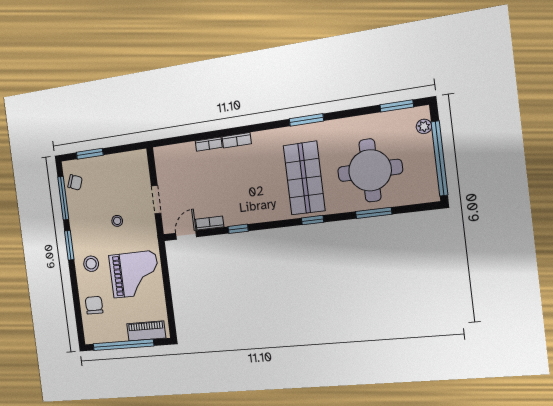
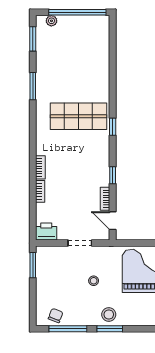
window: (306, 120) -> (33, 86), moved
window: (90, 154) -> (33, 265), moved
printer: (164, 158) -> (46, 231), added
round table: (370, 170) -> (79, 65), removed
window: (374, 213) -> (113, 66), removed
window: (312, 220) -> (113, 127), moved
stool: (91, 264) -> (109, 314), moved

